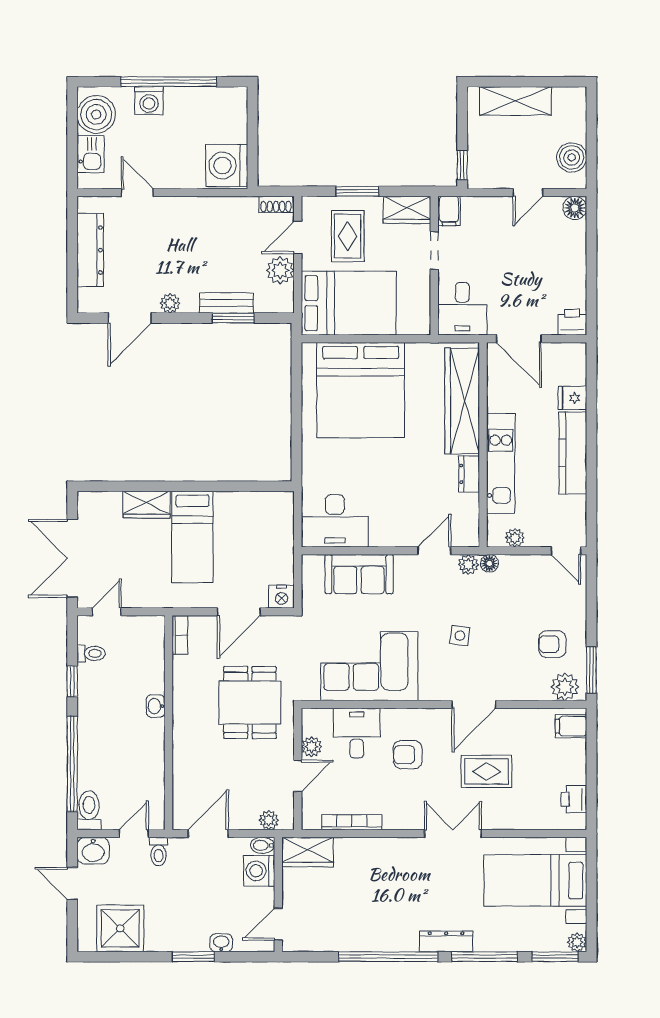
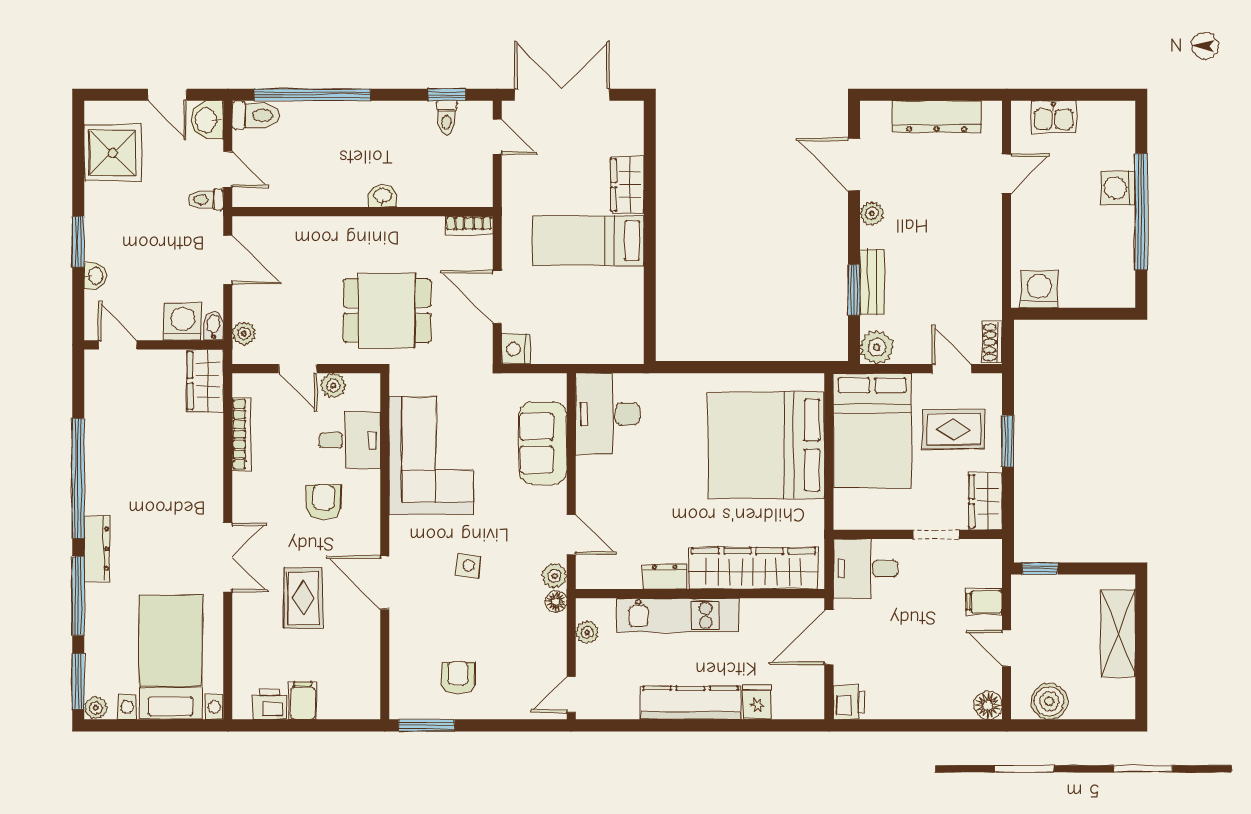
boiler: (96, 114) -> (1101, 124), removed
washing machine: (227, 166) -> (1039, 289), width x0.73, depth x0.73
filing cabinet: (449, 211) -> (984, 602), moved
plant: (280, 270) -> (877, 347), moved
window: (72, 681) -> (447, 95), moved
plant: (565, 687) -> (406, 693), removed
filing cabinet: (571, 726) -> (303, 701), moved
door: (72, 883) -> (167, 95), swing flipped

